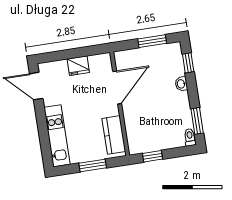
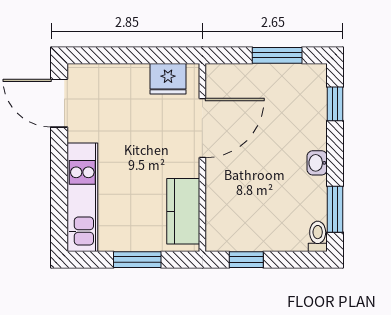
fridge: (78, 66) -> (168, 79), moved
washbasin: (181, 84) -> (317, 163), moved

